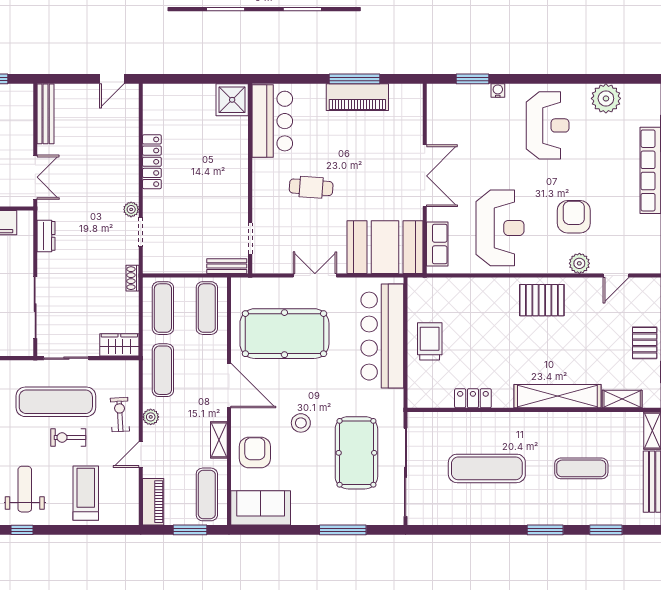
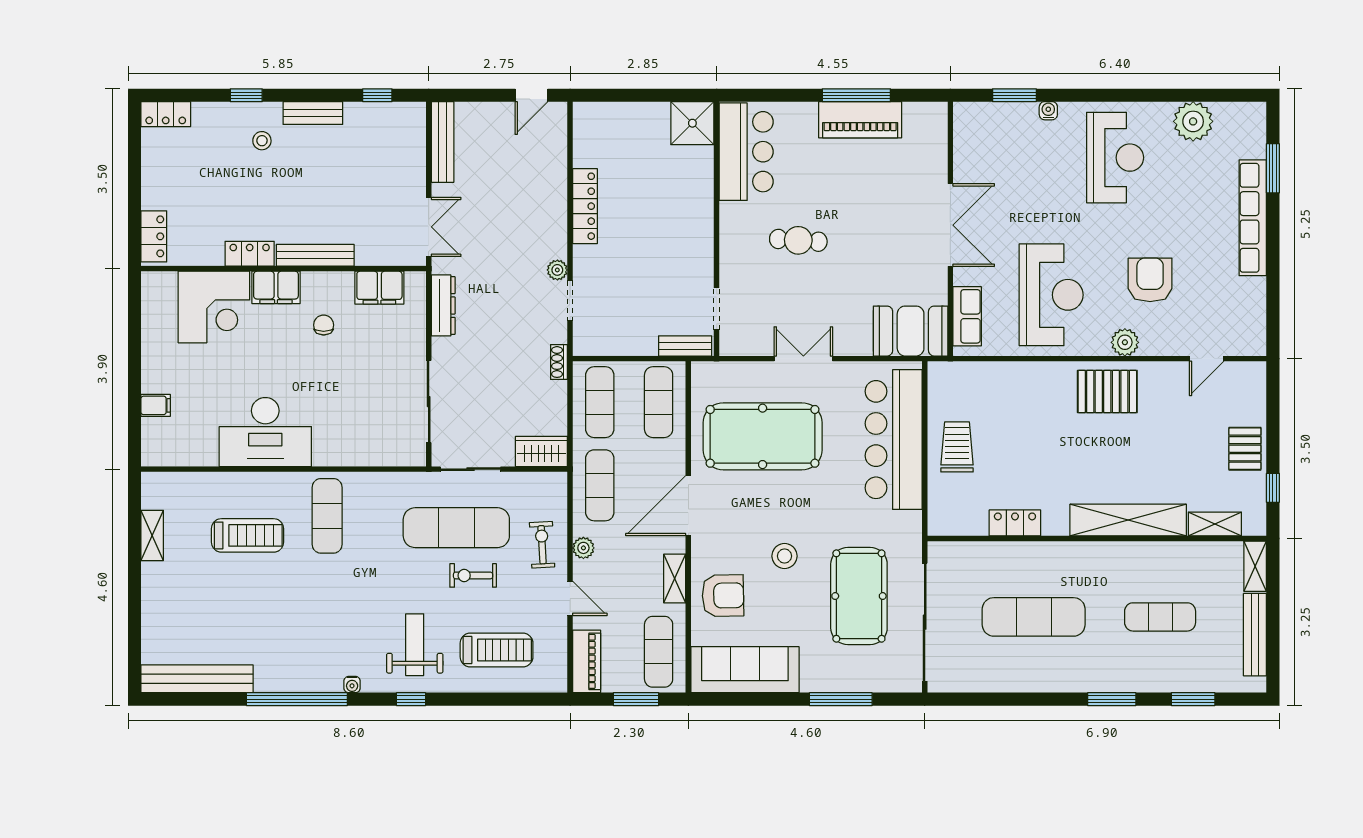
dresser: (46, 236) -> (443, 305), width x1.44
booth: (385, 247) -> (911, 331), width x0.73, depth x0.70
plant: (579, 263) -> (1125, 342), moved
door: (229, 385) -> (688, 506), swing flipped
armchair: (255, 452) -> (723, 596), turned 89
door: (141, 455) -> (570, 598), swing flipped
treadmill: (86, 493) -> (497, 650), turned 90
sofa: (261, 508) -> (745, 670), width x1.36

